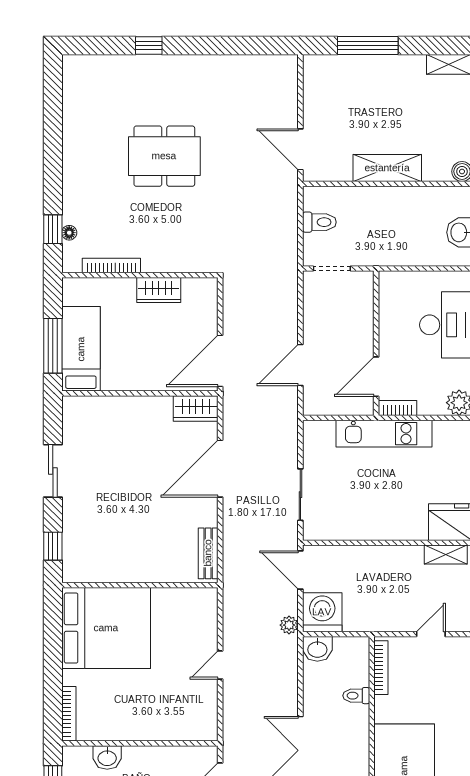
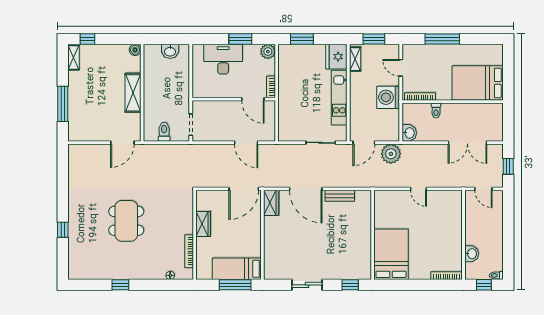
window: (53, 229) -> (120, 285), moved
door: (220, 361) -> (244, 189), hinge flipped
kitchen unit: (384, 434) -> (339, 98), moved, turned 180
bench: (208, 553) -> (340, 196), moved
washing machine: (322, 612) -> (388, 97), moved
plant: (289, 625) -> (391, 154), width x1.88, depth x1.88
bed: (106, 628) -> (391, 254), width x0.73

